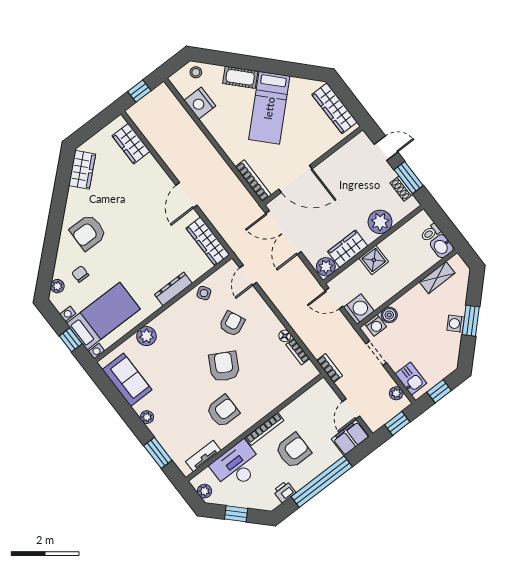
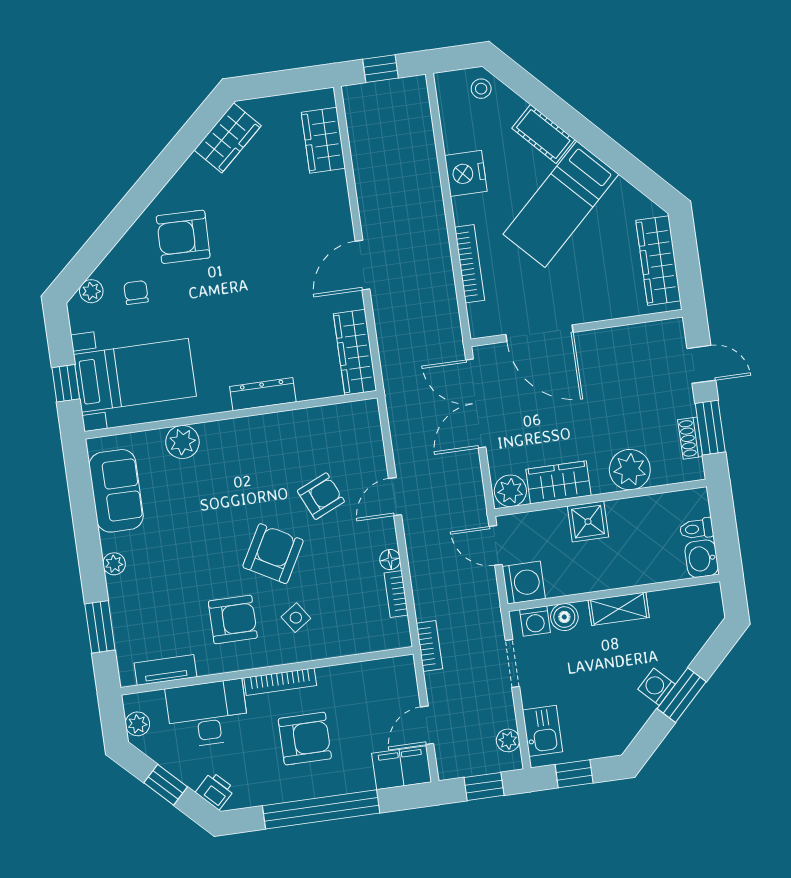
nightstand: (200, 103) -> (466, 173), moved
bookcase: (253, 181) -> (470, 264), moved
door: (248, 275) -> (395, 497), moved
shelving: (437, 278) -> (619, 609), moved
side table: (204, 293) -> (296, 618), moved
printer: (284, 492) -> (215, 791), moved, turned 45

